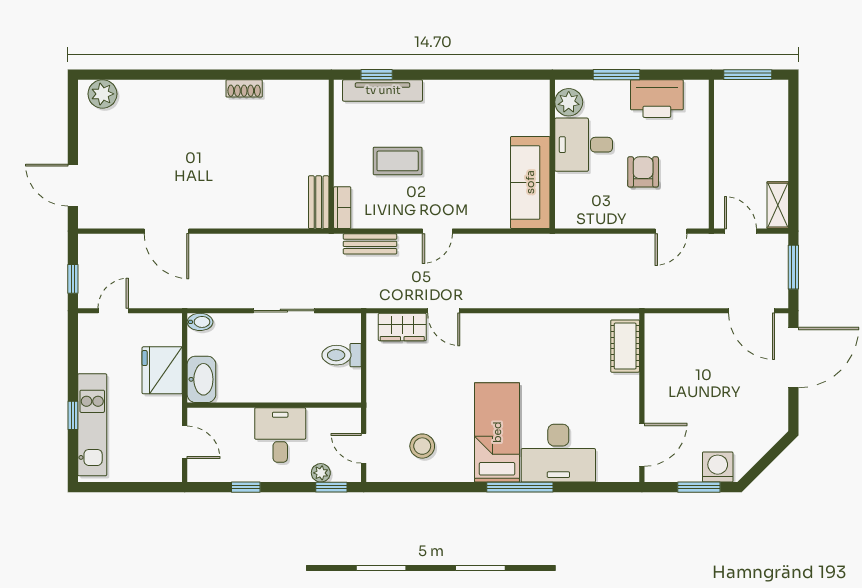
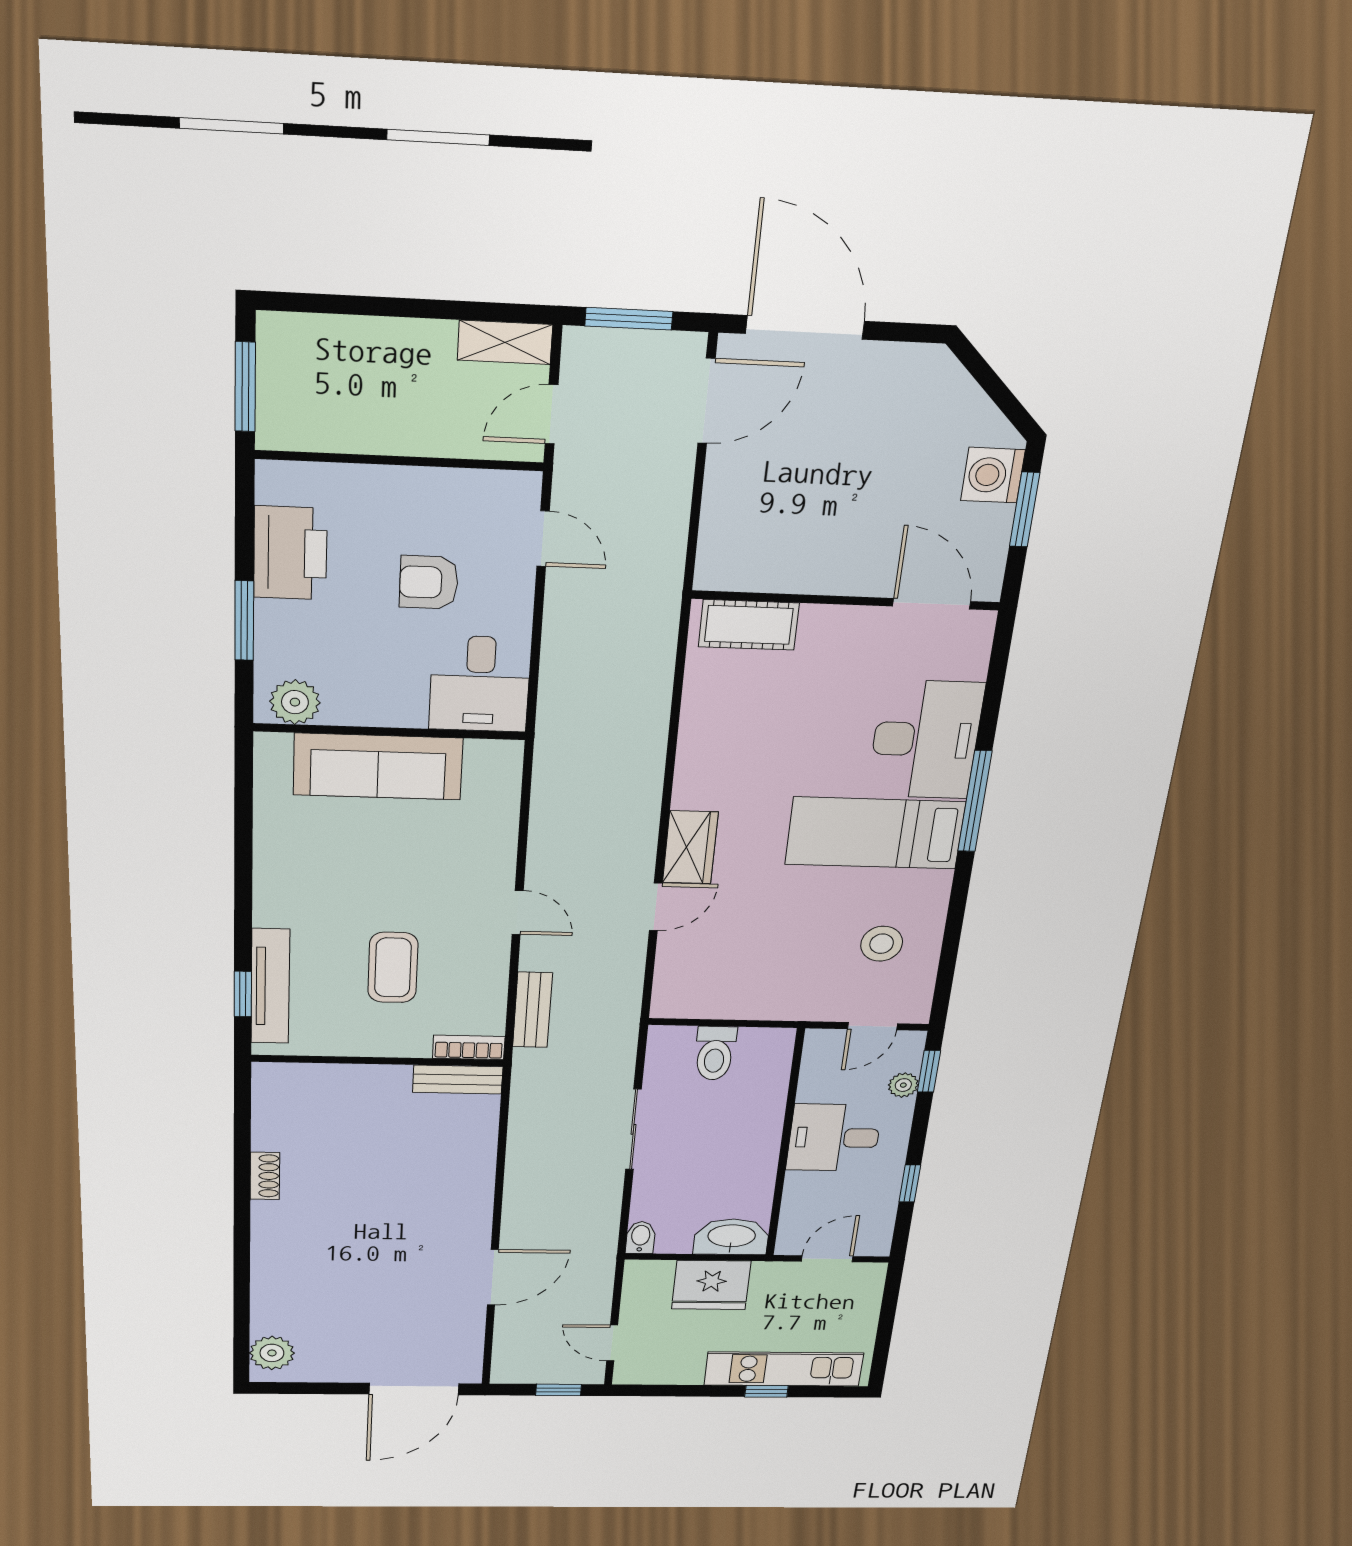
desk: (584, 145) -> (480, 684), moved
sofa: (530, 182) -> (378, 767), moved
door: (73, 185) -> (414, 1389), width x1.36
wardrobe: (402, 327) -> (690, 847), moved

